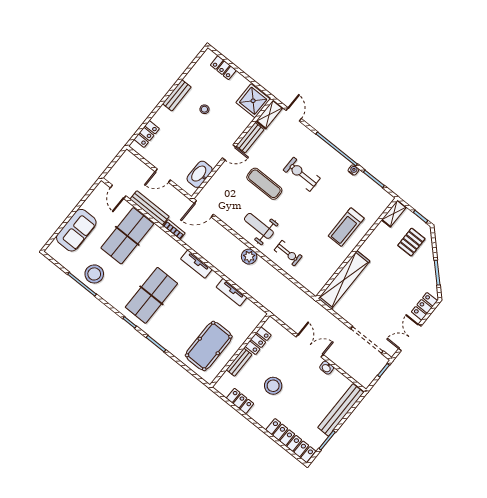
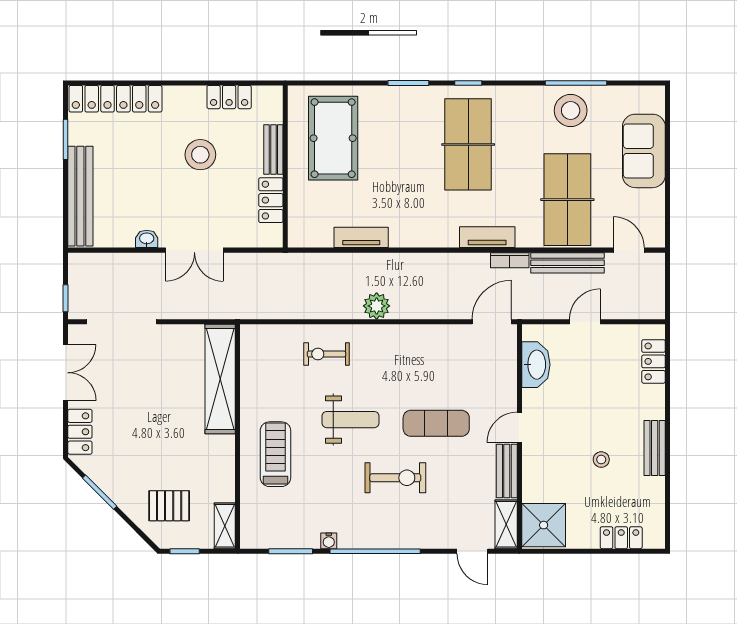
weight bench: (259, 226) -> (350, 420), moved
pallet: (411, 242) -> (169, 506), turned 90
tv unit: (196, 264) -> (487, 237), moved

